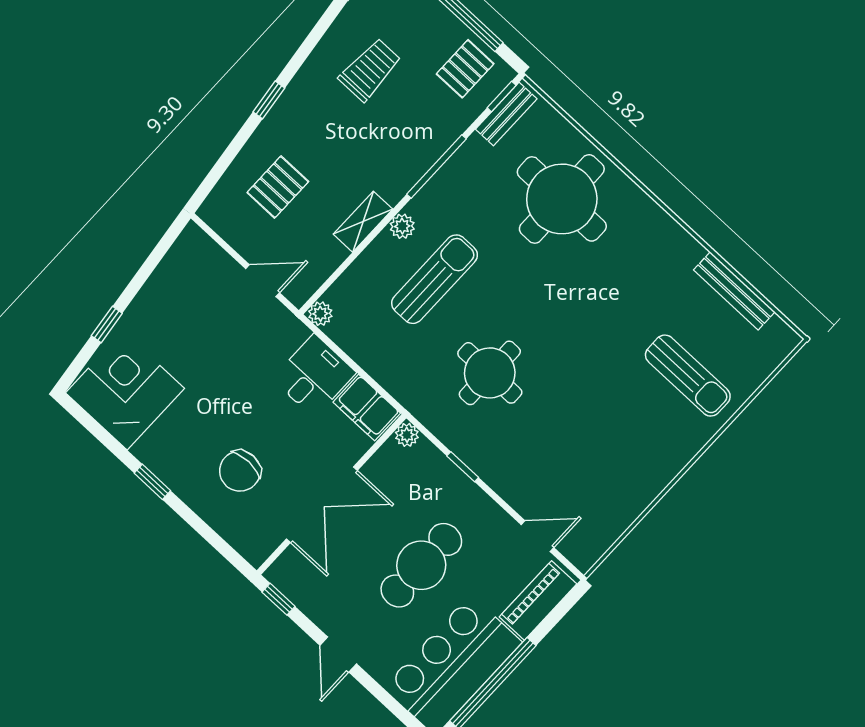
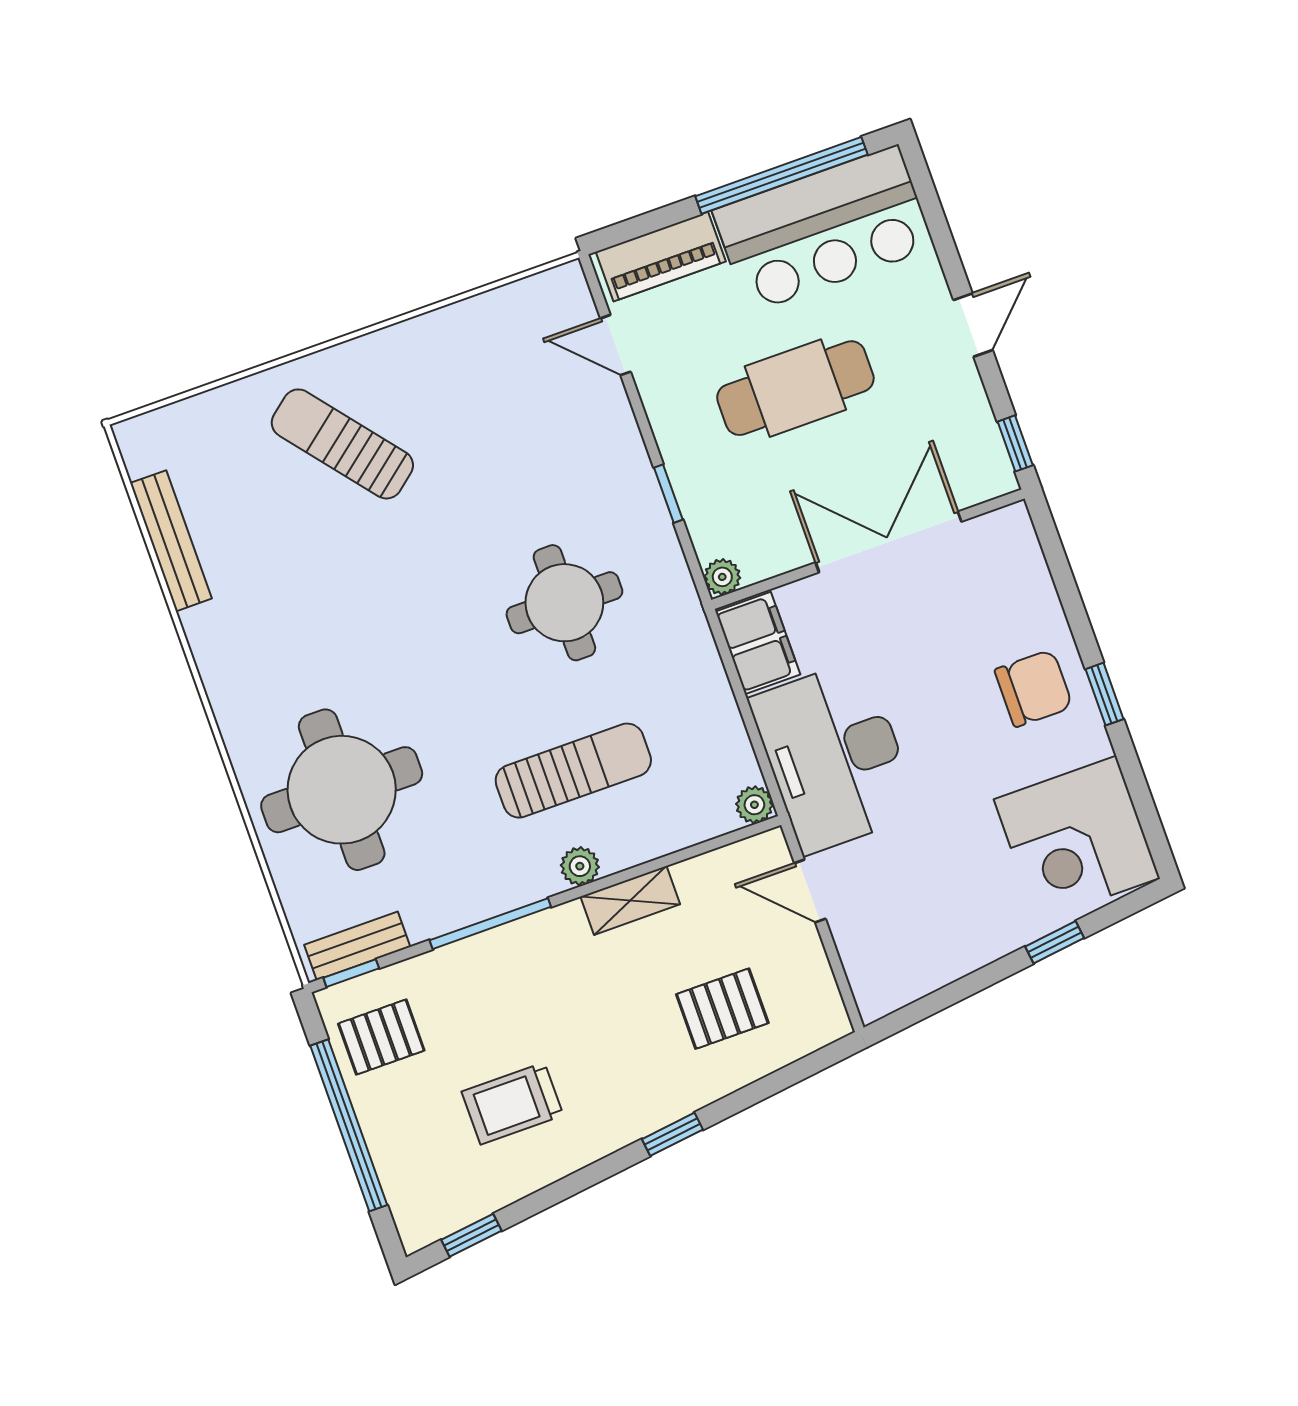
sun lounger: (435, 279) -> (573, 771), turned 180
desk: (314, 376) -> (834, 756), width x1.87, depth x1.30
sun lounger: (688, 376) -> (342, 444), moved, turned -39
chair: (240, 471) -> (1034, 688), moved

